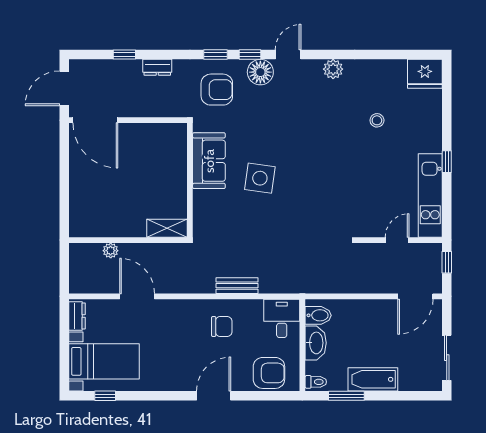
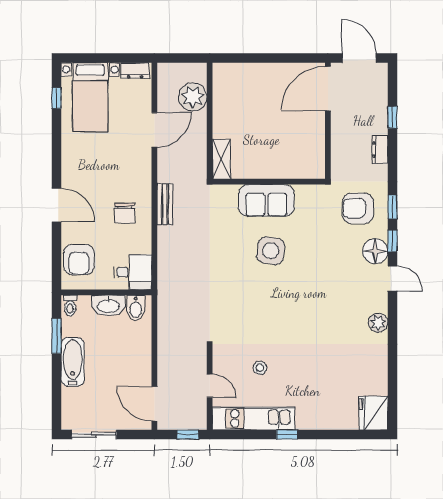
armchair: (217, 90) -> (358, 208), turned 90
stool: (377, 120) -> (260, 368), moved
sofa: (209, 161) -> (266, 200), moved
plant: (111, 251) -> (193, 97), width x1.88, depth x1.88
bench: (237, 286) -> (165, 204), moved

